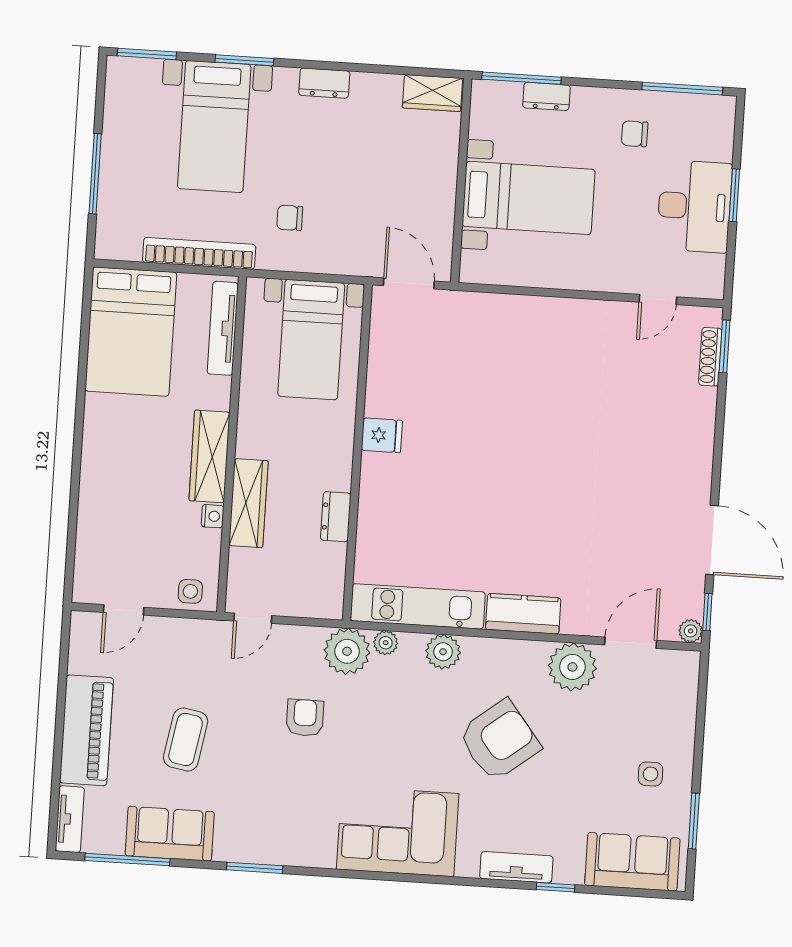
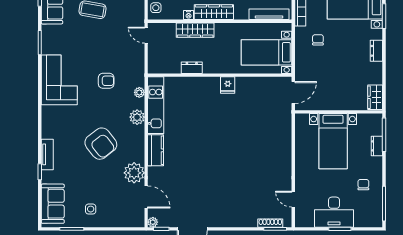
plant: (347, 651) -> (135, 76), removed
armchair: (305, 718) -> (106, 81), moved
corner sofa: (398, 831) -> (59, 80), moved

